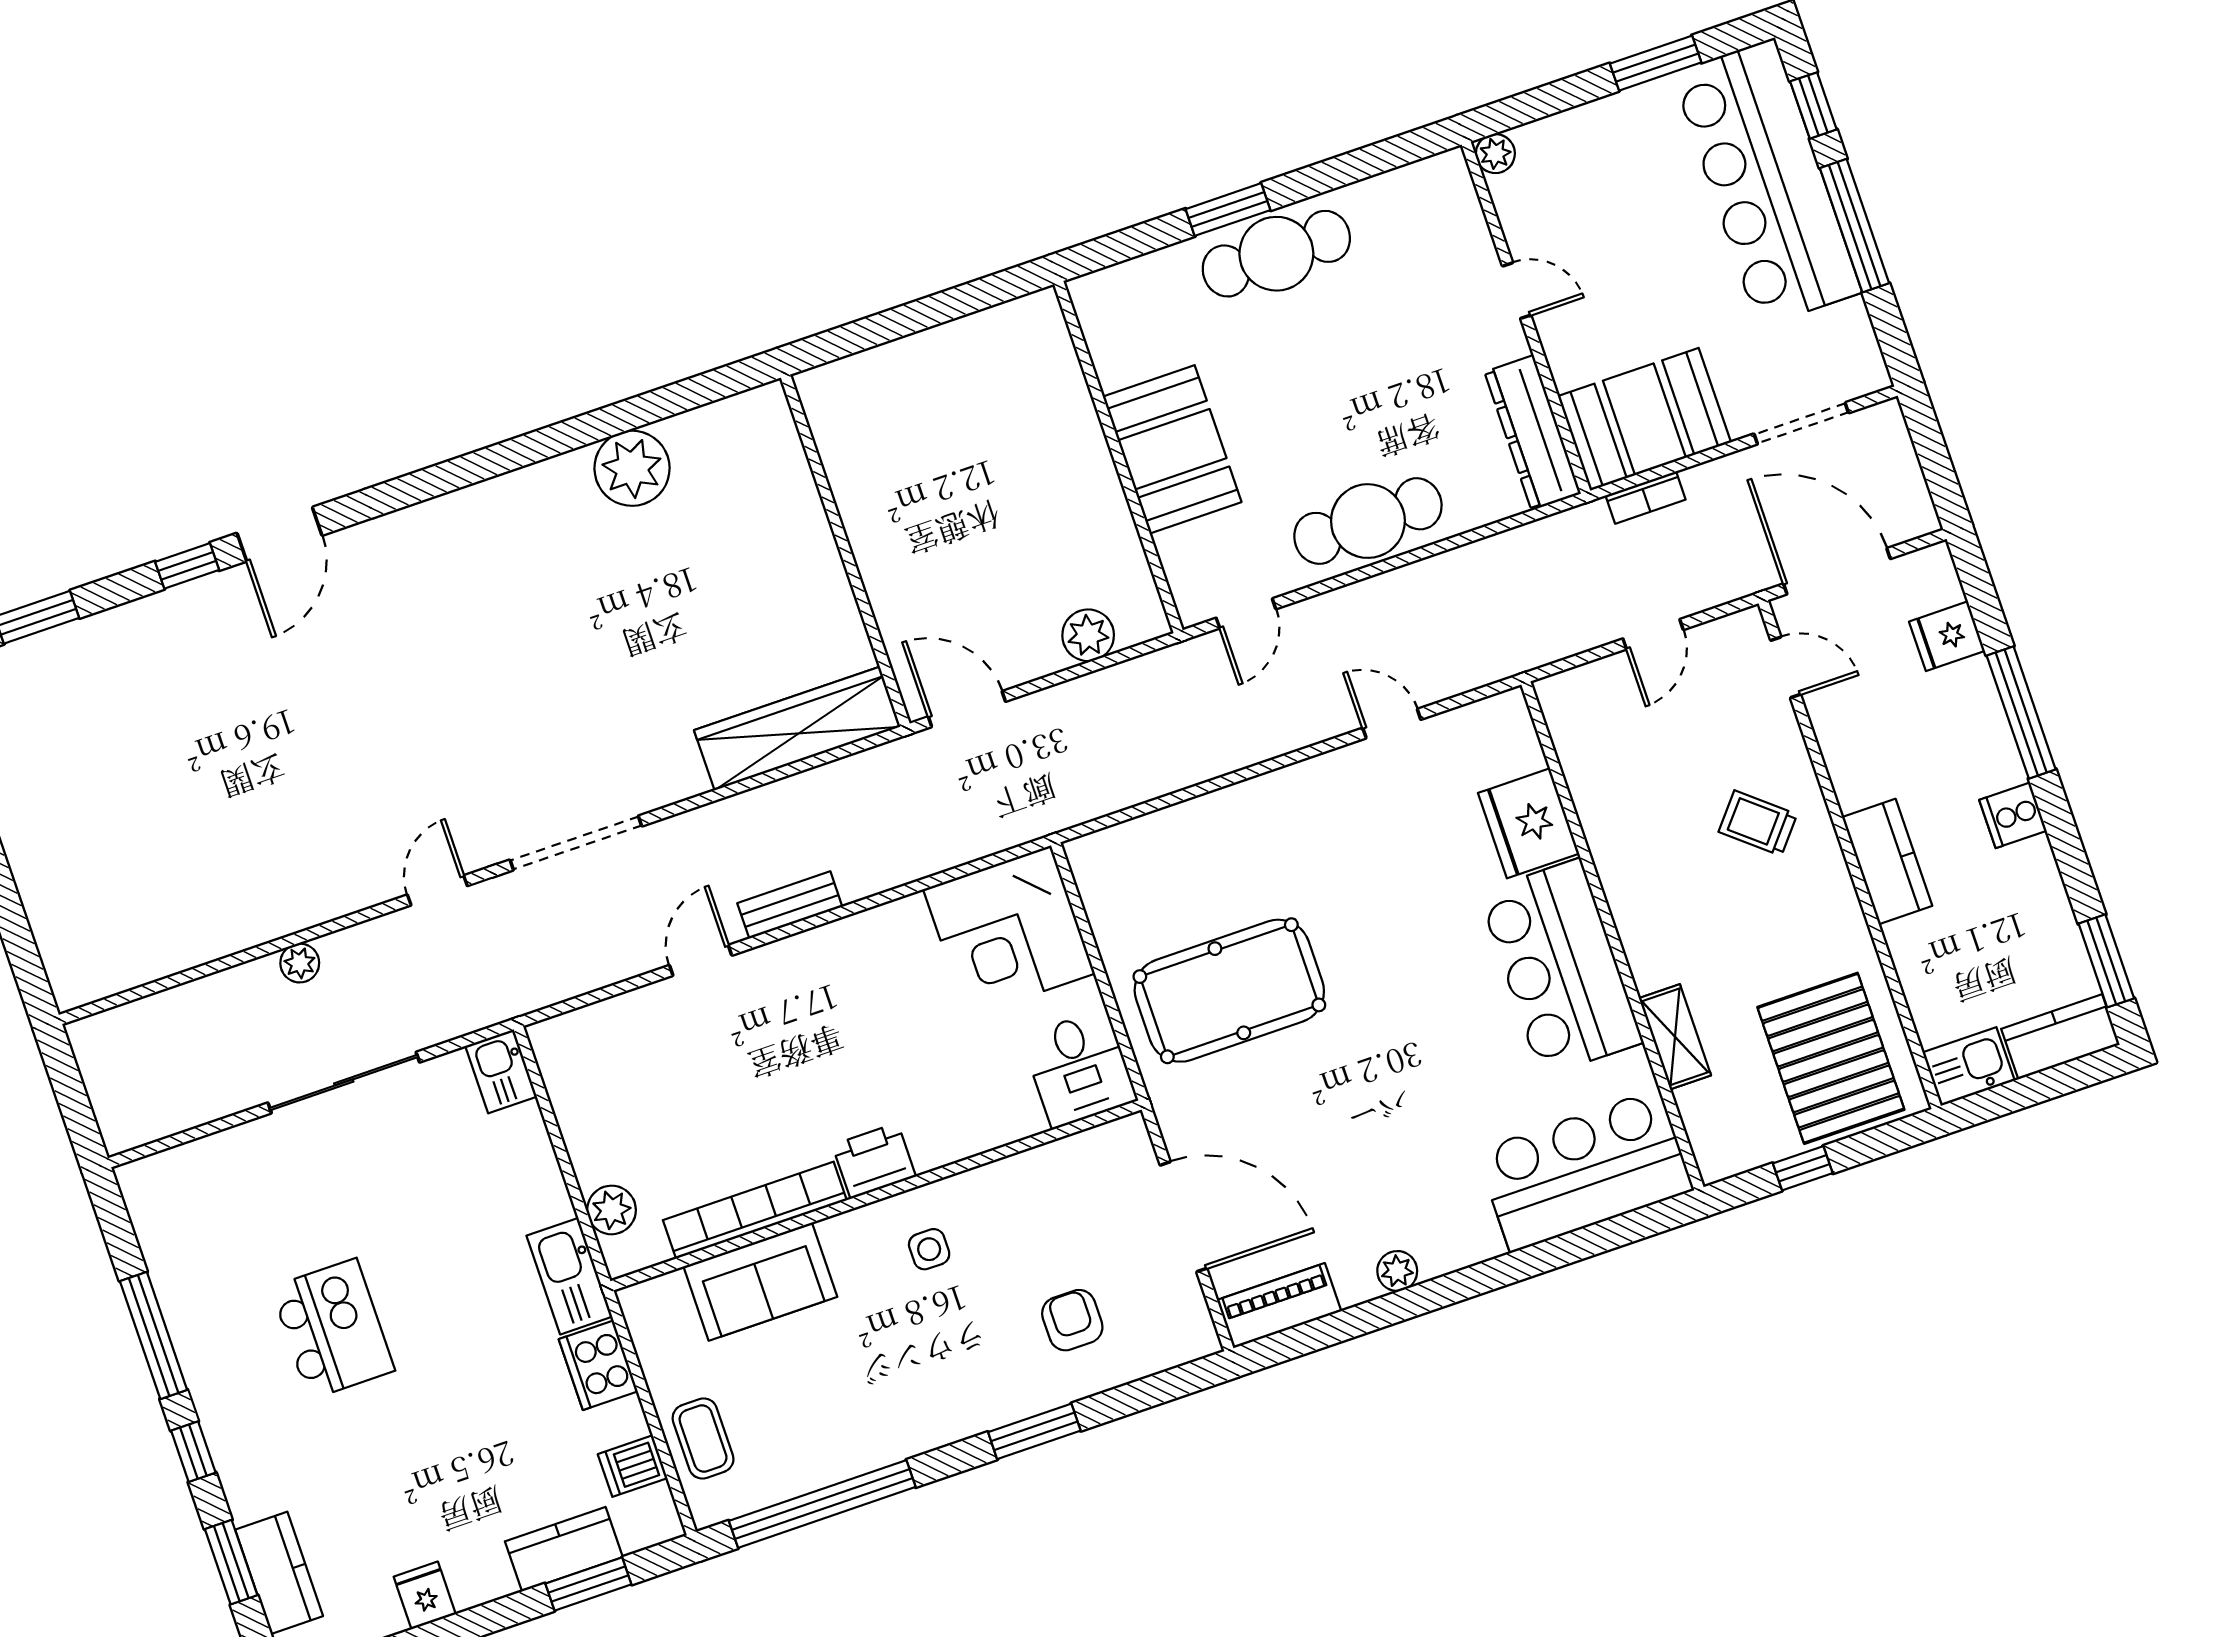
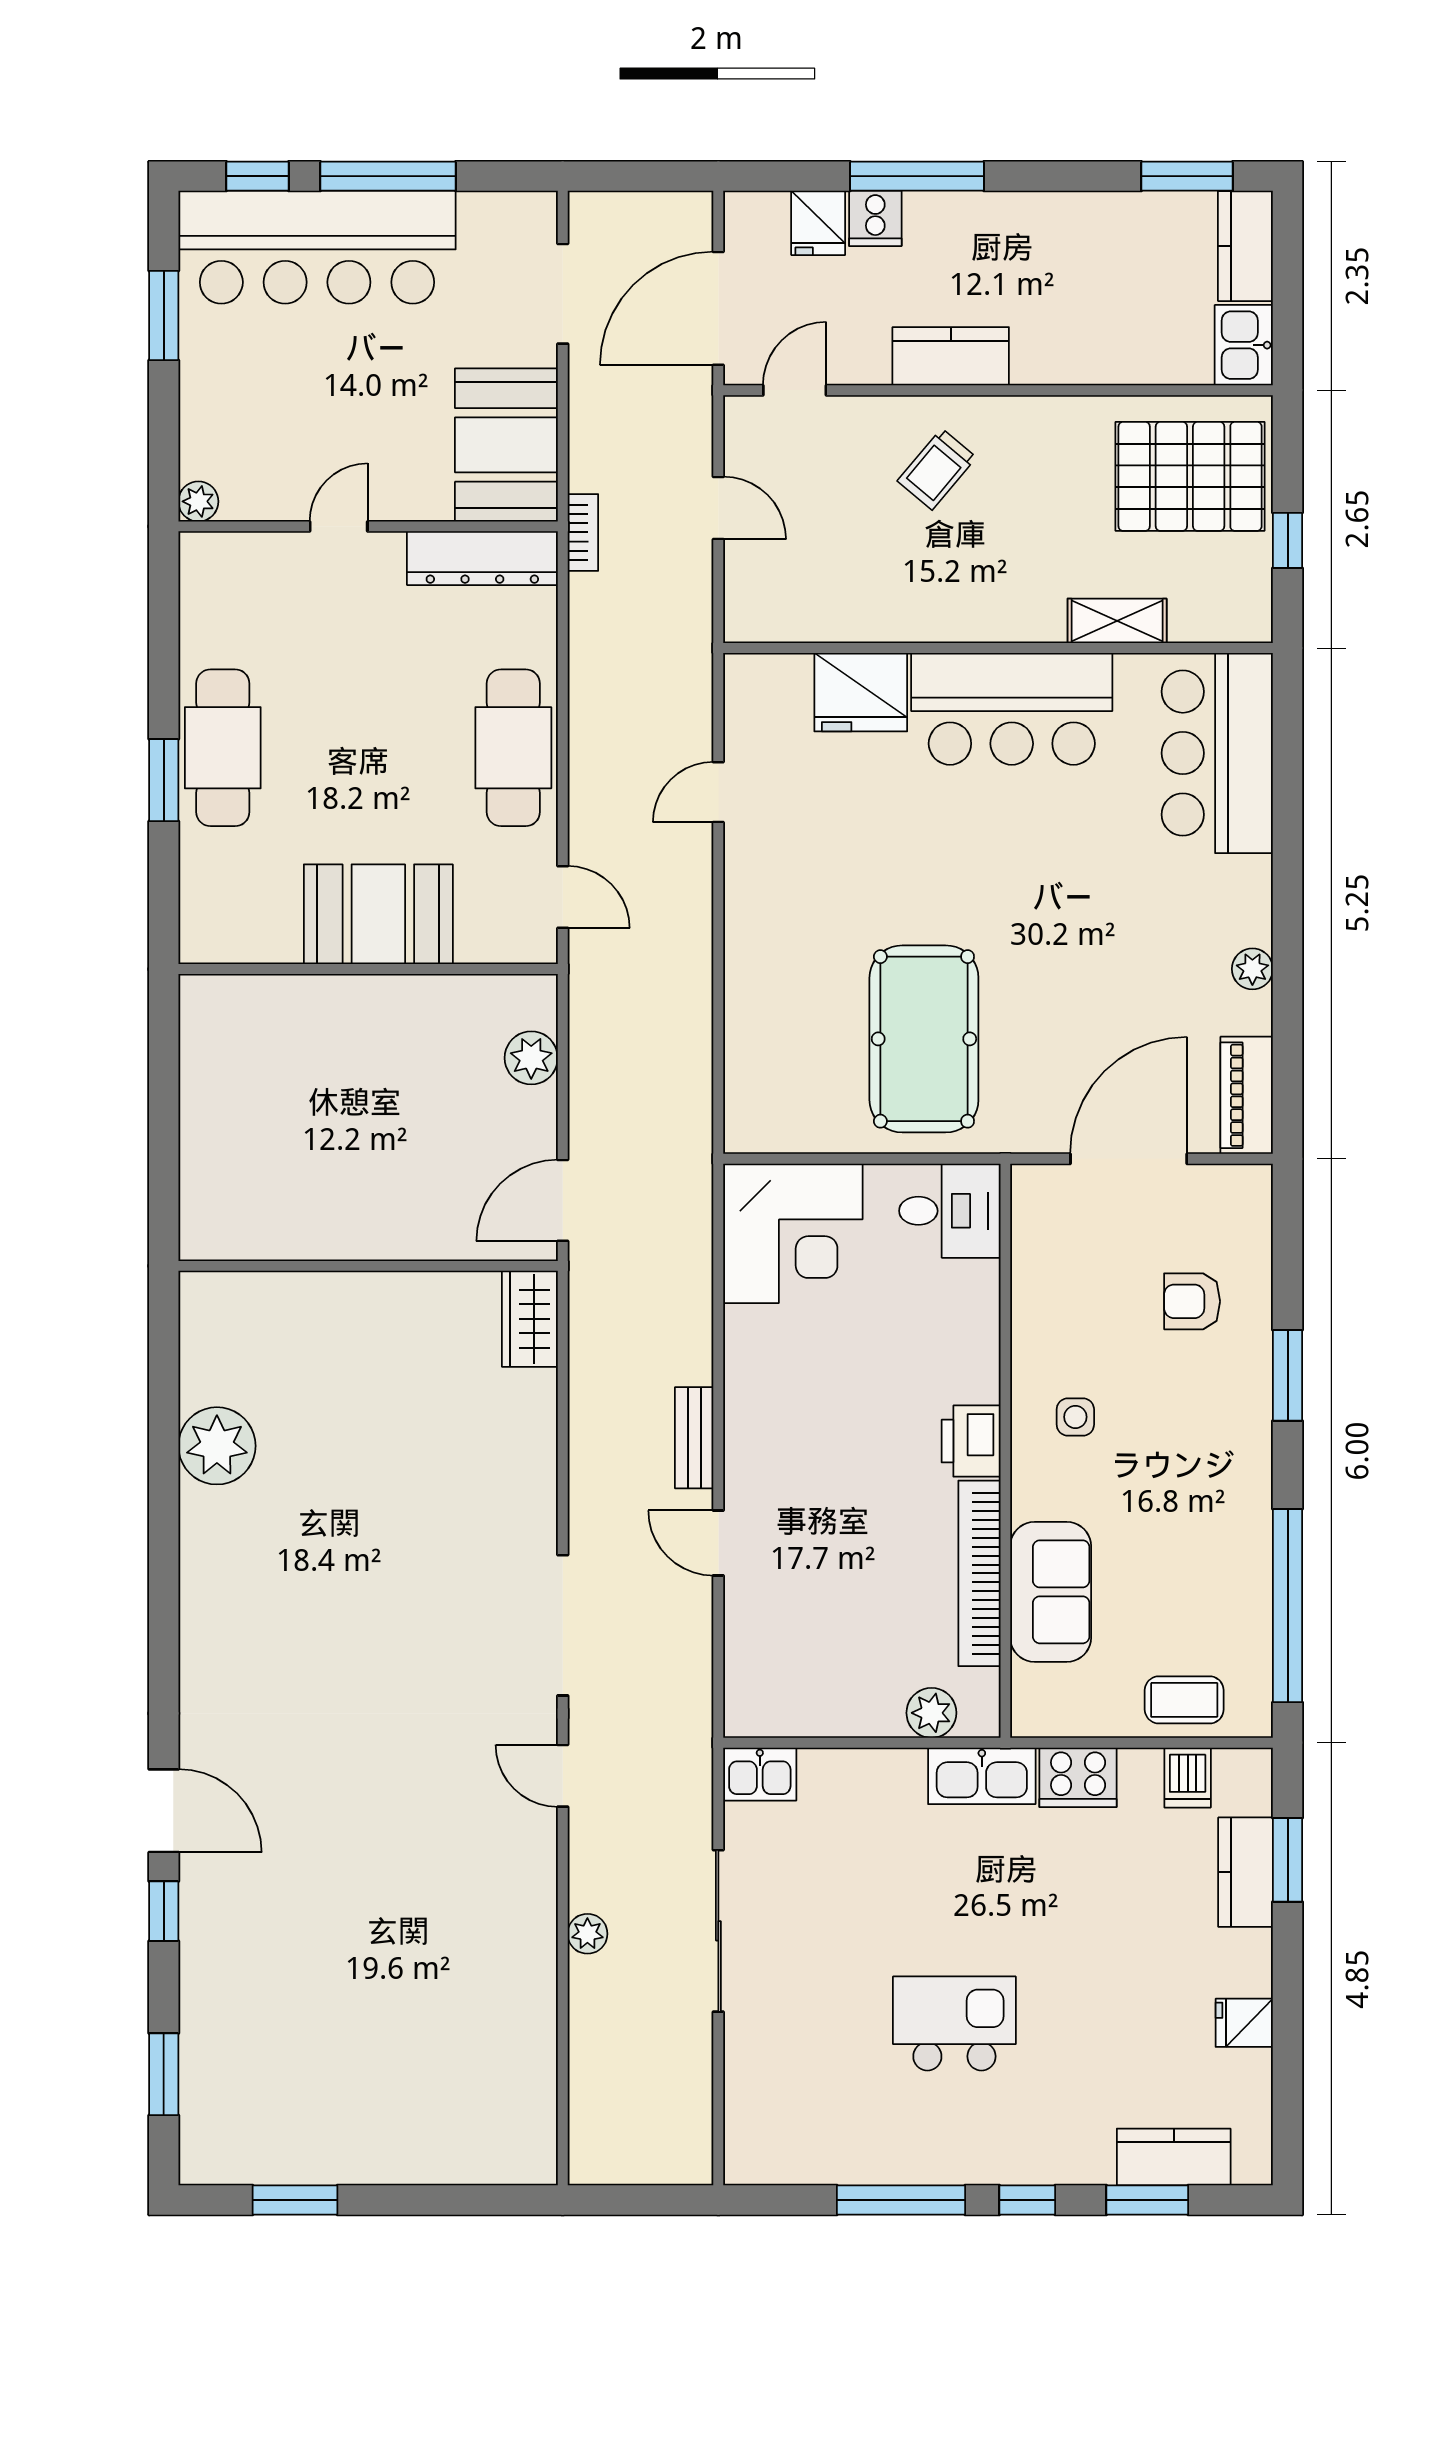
bookcase: (1646, 498) -> (583, 532), moved
wardrobe: (797, 729) -> (530, 1319), width x0.48, depth x0.85
cooker: (2013, 815) -> (875, 218), moved
kitchen counter: (1887, 861) -> (951, 356), moved

